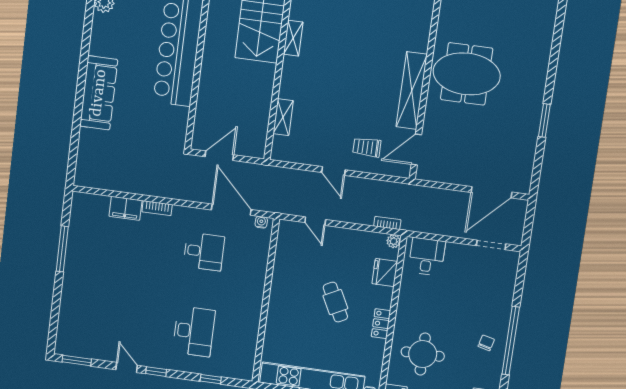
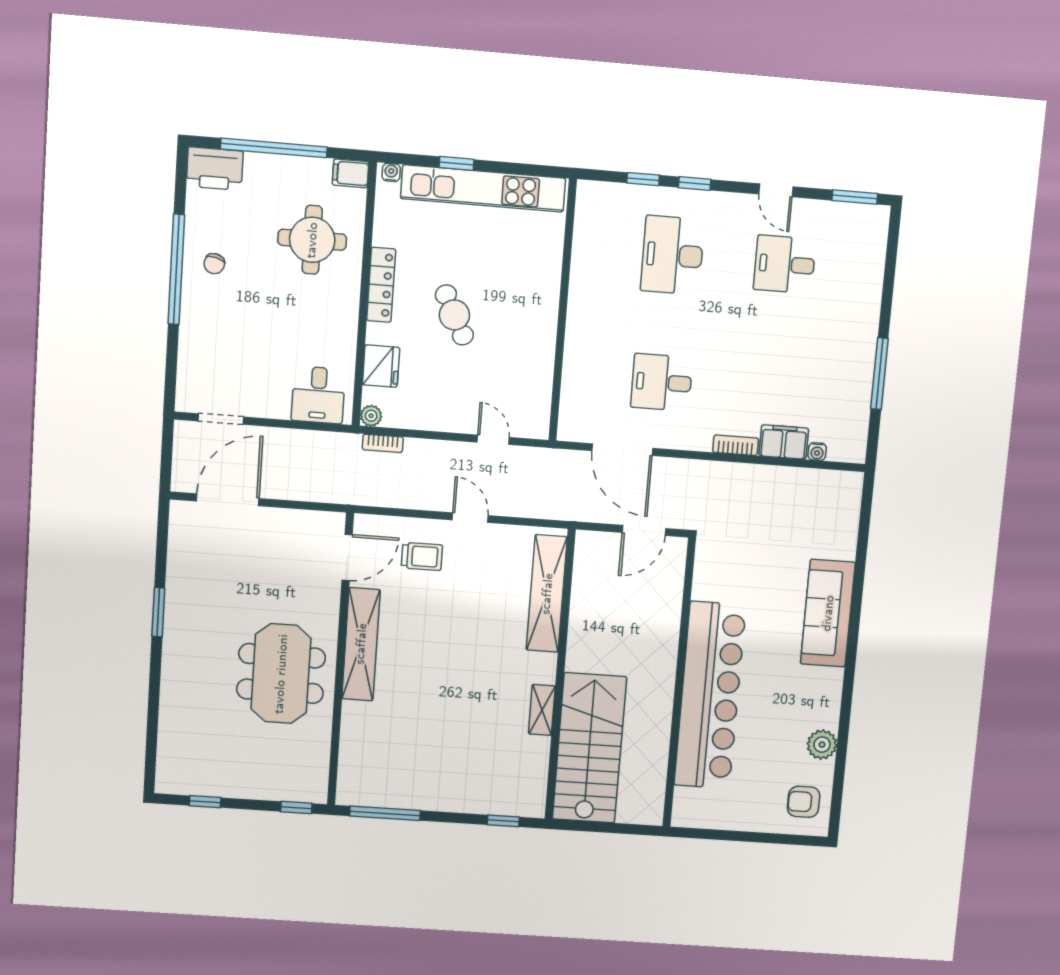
meeting table: (467, 74) -> (281, 674), turned 90
shelving: (283, 117) -> (547, 594), width x2.20, depth x1.33
water cooler: (261, 222) -> (817, 452), moved
desk: (122, 321) -> (785, 264), added
locker: (381, 324) -> (381, 285), width x1.53
window: (156, 372) -> (695, 183), moved

